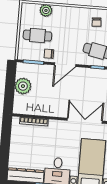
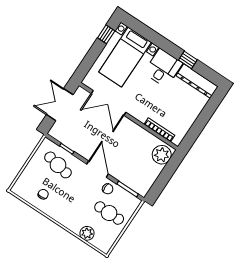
door: (65, 65) -> (98, 169), hinge flipped
plant: (23, 86) -> (162, 155), moved

